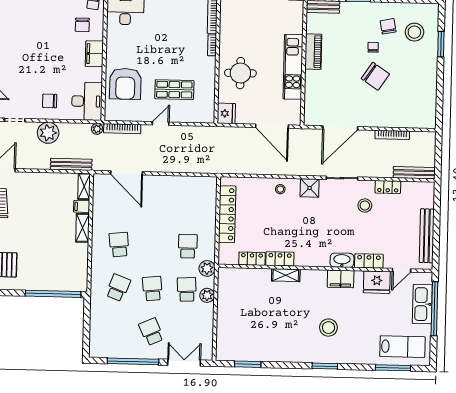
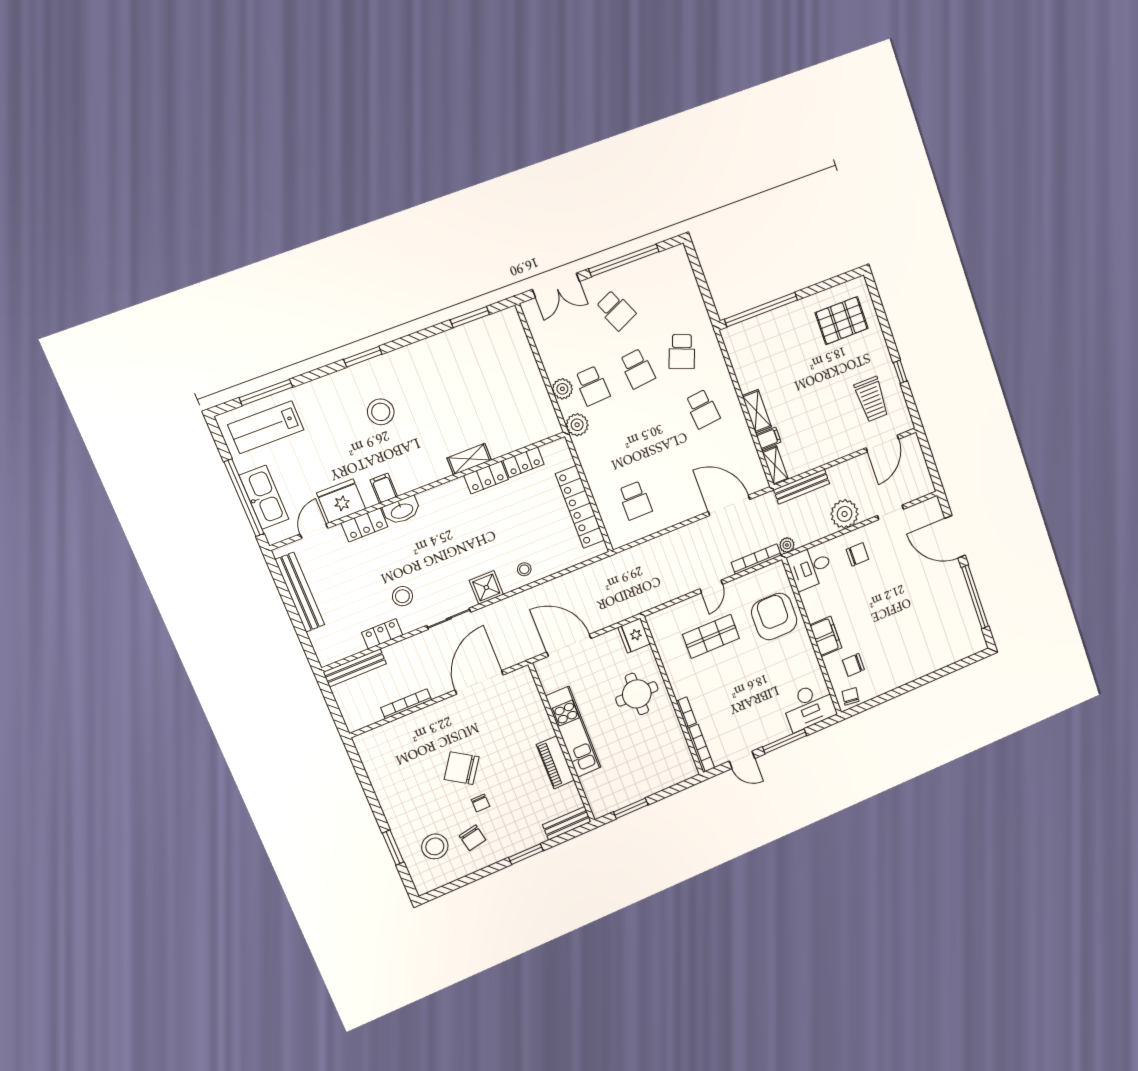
chair: (82, 25) -> (854, 665), turned -90
desk: (87, 101) -> (810, 568), width x0.73
school desk: (188, 246) -> (635, 500), moved
filing cabinet: (341, 279) -> (384, 488), width x0.50

